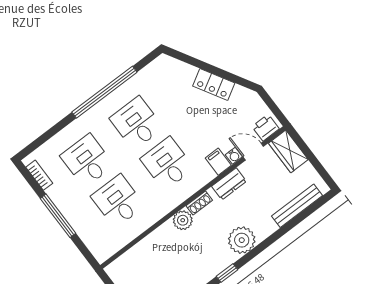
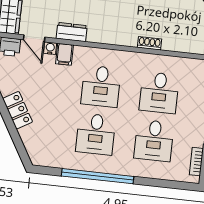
shoe rack: (199, 203) -> (150, 43), moved
plant: (183, 220) -> (127, 37), removed

